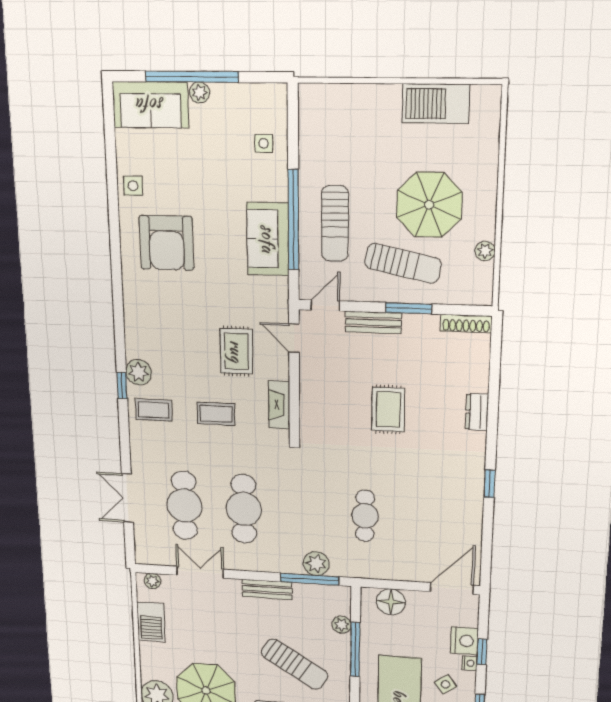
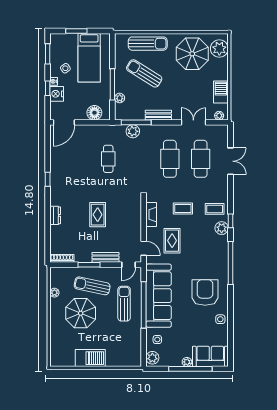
plant: (274, 103) -> (152, 358), added
barbecue: (436, 104) -> (90, 358), moved
sofa: (268, 239) -> (159, 296), width x1.85, depth x1.27
window: (118, 302) -> (230, 263), added
double door: (200, 572) -> (193, 122), swing flipped

